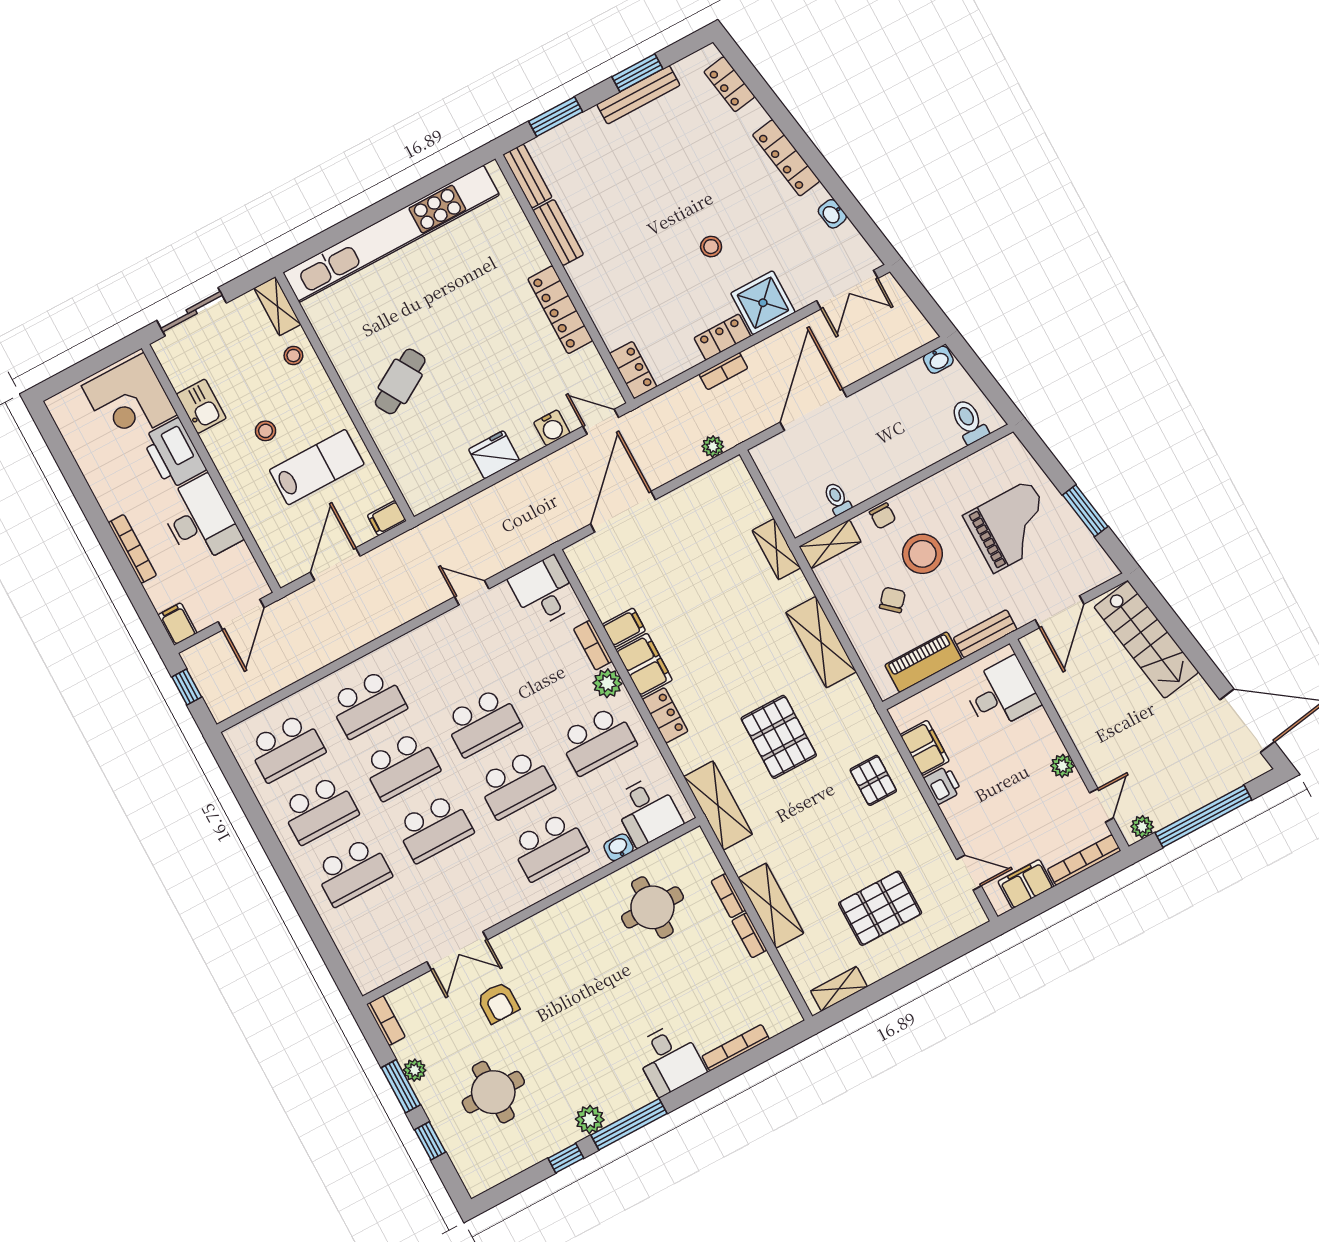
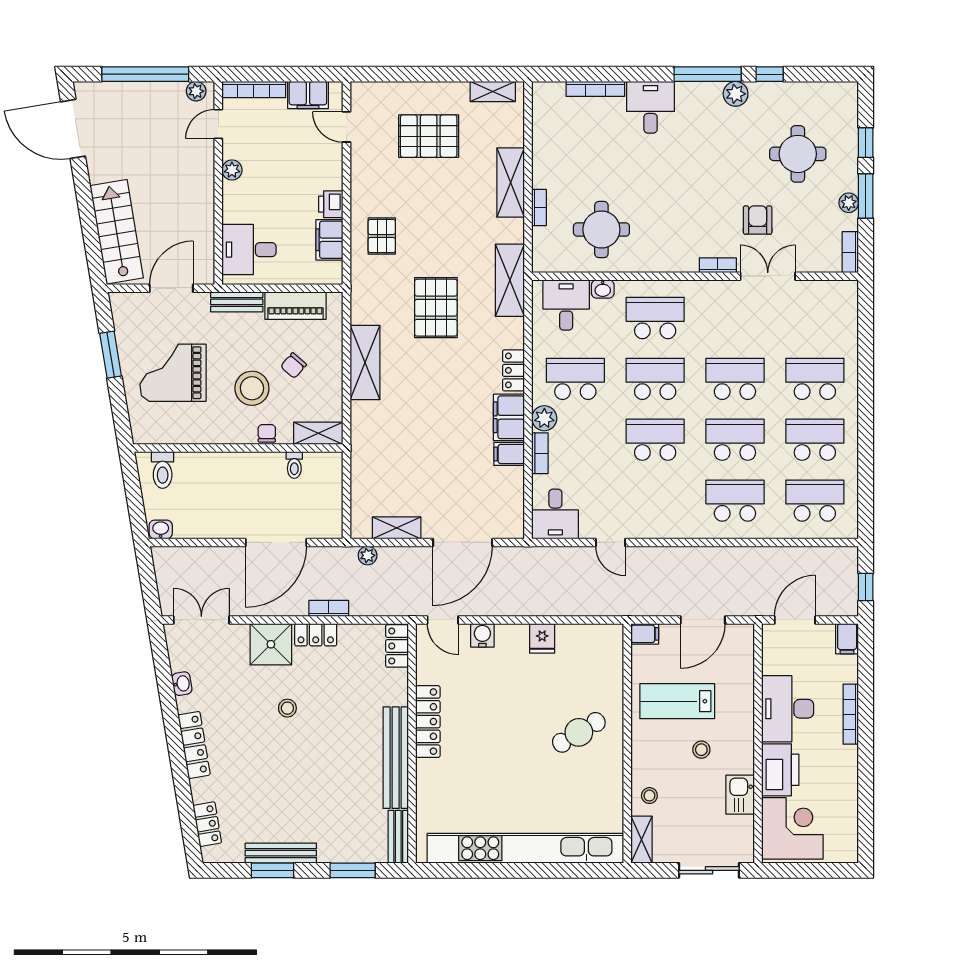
bench: (558, 233) -> (396, 758), width x1.86, depth x1.21
fridge: (494, 455) -> (542, 638), width x0.72
shelving: (776, 549) -> (397, 528), moved, turned 90
bookcase: (749, 935) -> (718, 265), moved, turned -90

